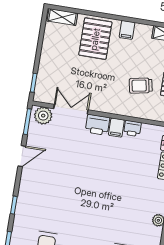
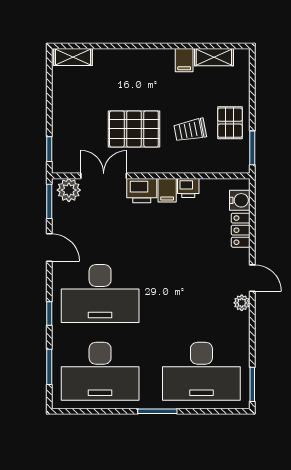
filing cabinet: (127, 30) -> (184, 60), moved
pallet: (95, 39) -> (134, 129), moved, turned 90
door: (22, 156) -> (49, 248), hinge flipped
desk: (54, 196) -> (100, 294), added

